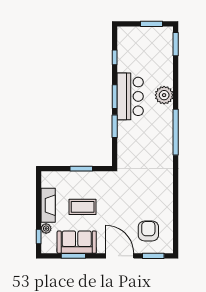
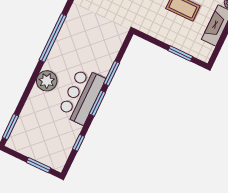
window: (152, 24) -> (38, 165), moved
window: (81, 169) -> (180, 53), moved

